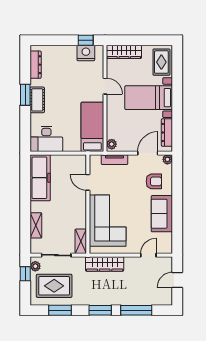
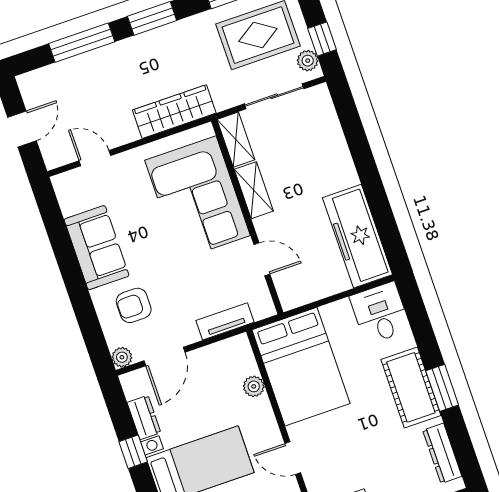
cot: (37, 100) -> (411, 387), width x1.37, depth x1.34
window: (177, 114) -> (133, 452), added
bed: (92, 127) -> (301, 367), width x1.50
dresser: (167, 132) -> (144, 418), width x0.70
desk: (46, 139) -> (380, 313), width x0.73
plant: (112, 144) -> (254, 386), moved
shelving: (36, 225) -> (254, 190), moved
door: (148, 255) -> (95, 158), swing flipped

